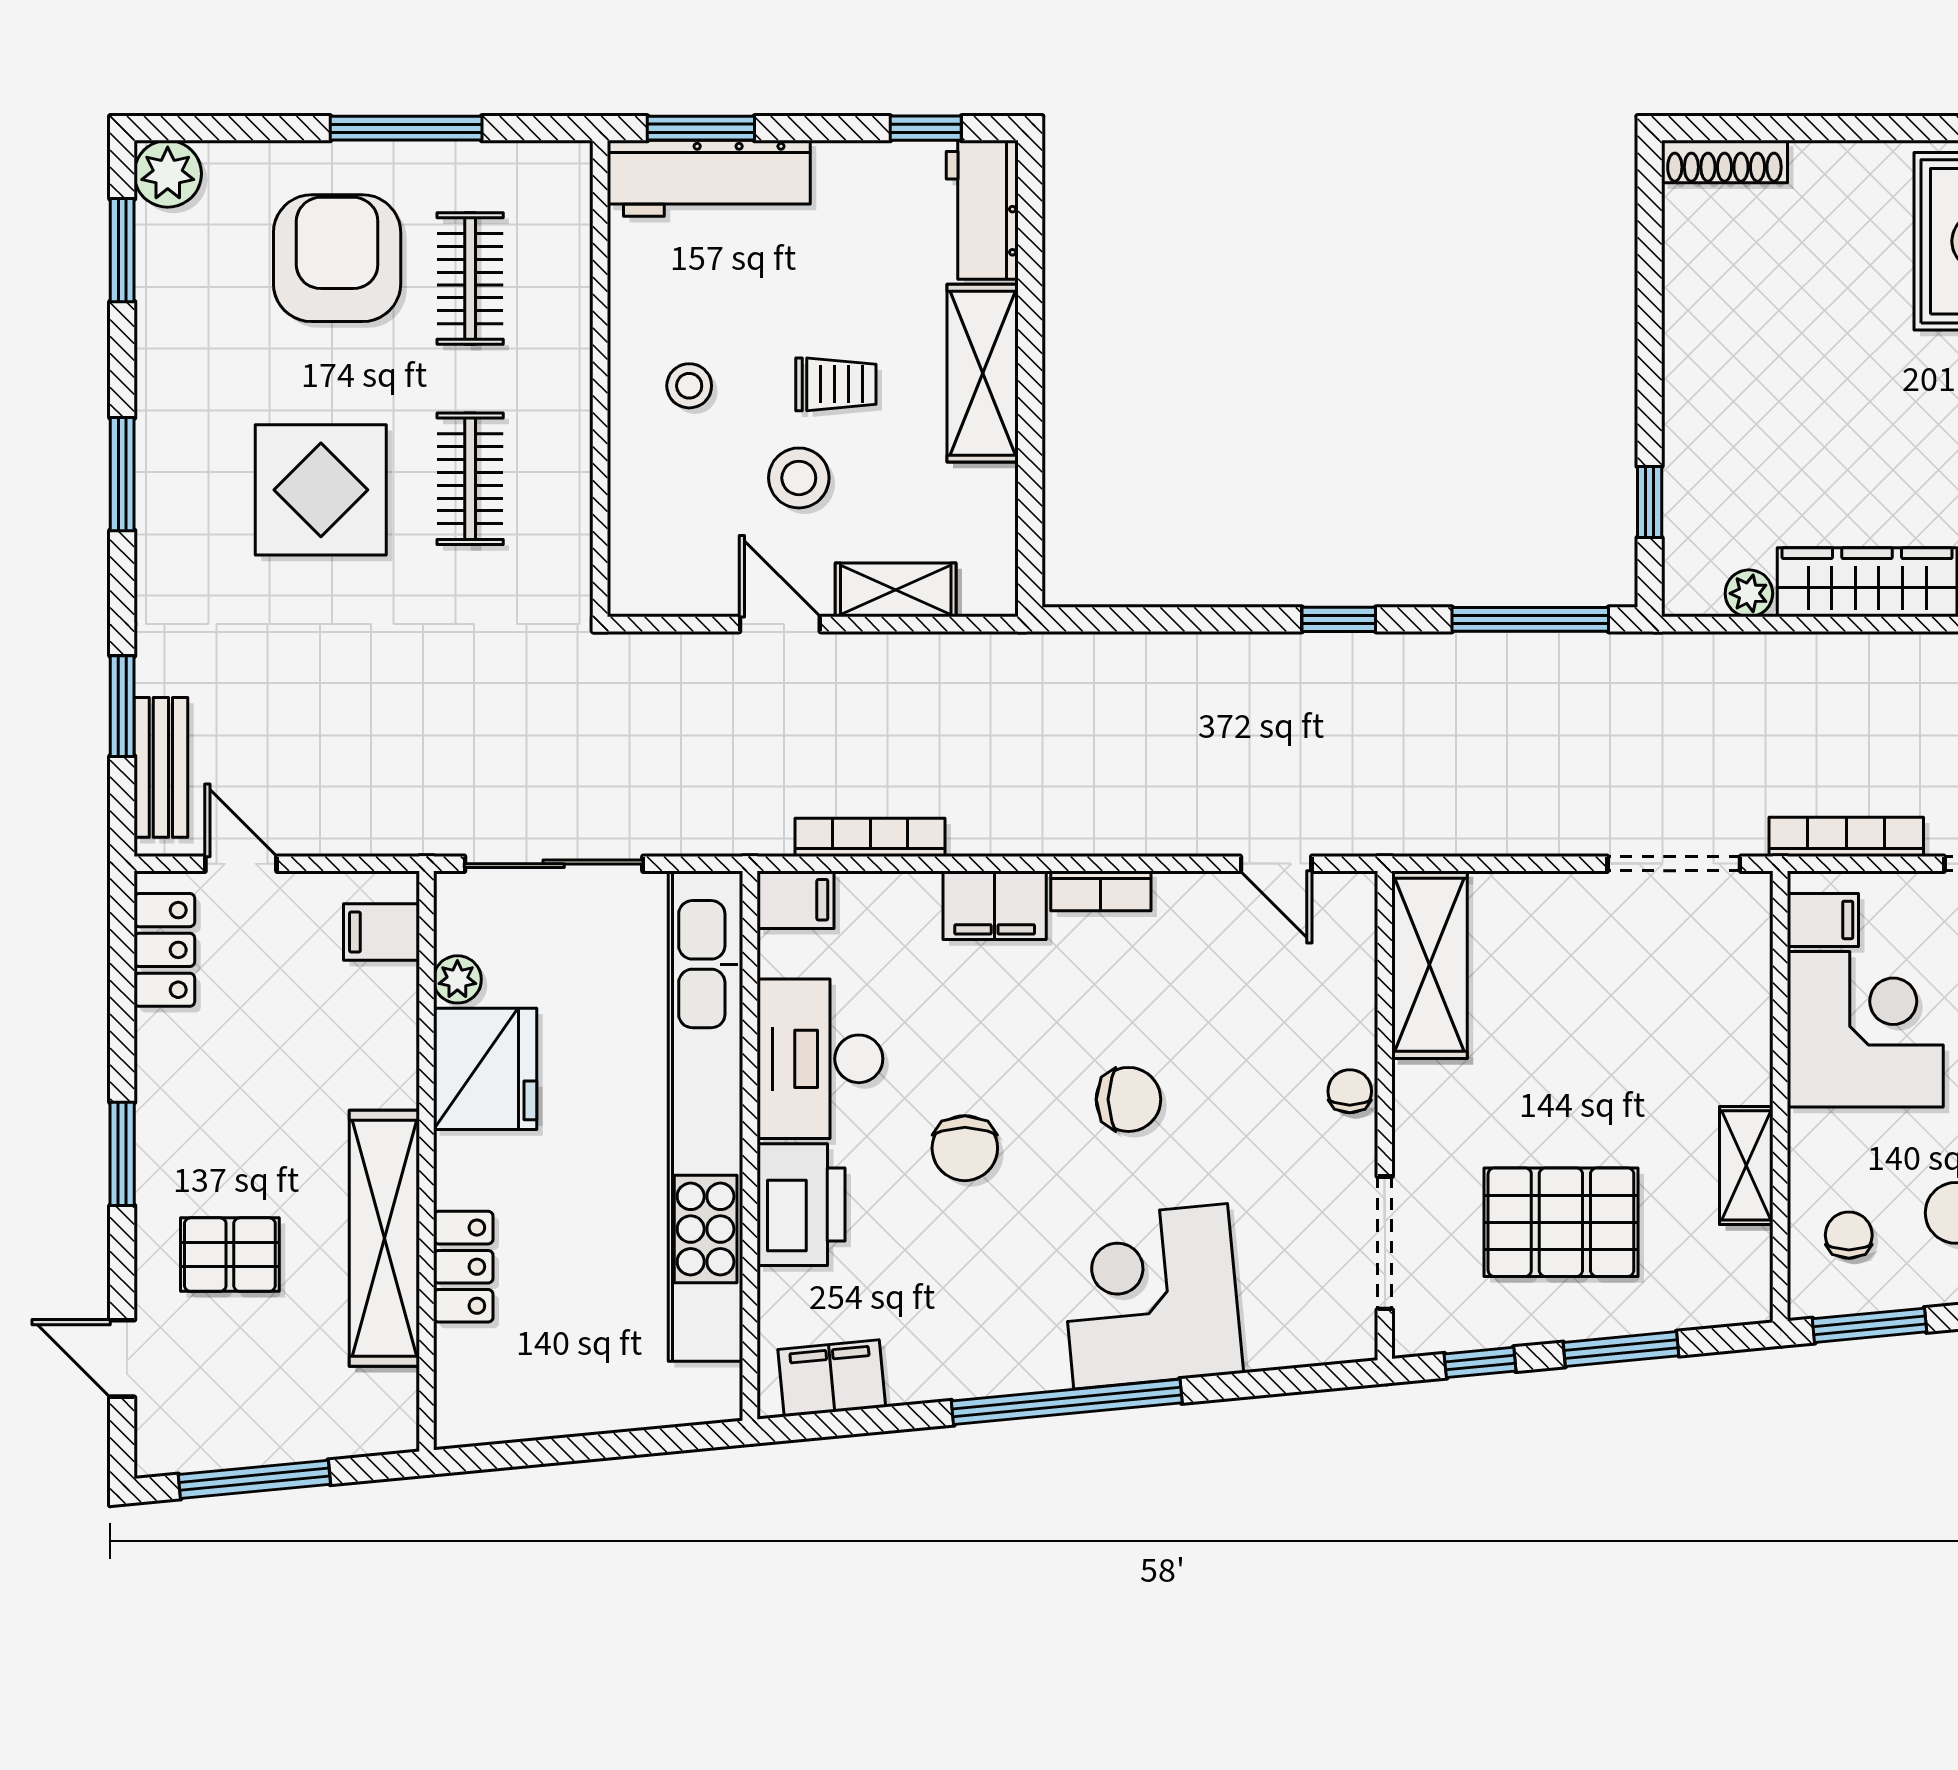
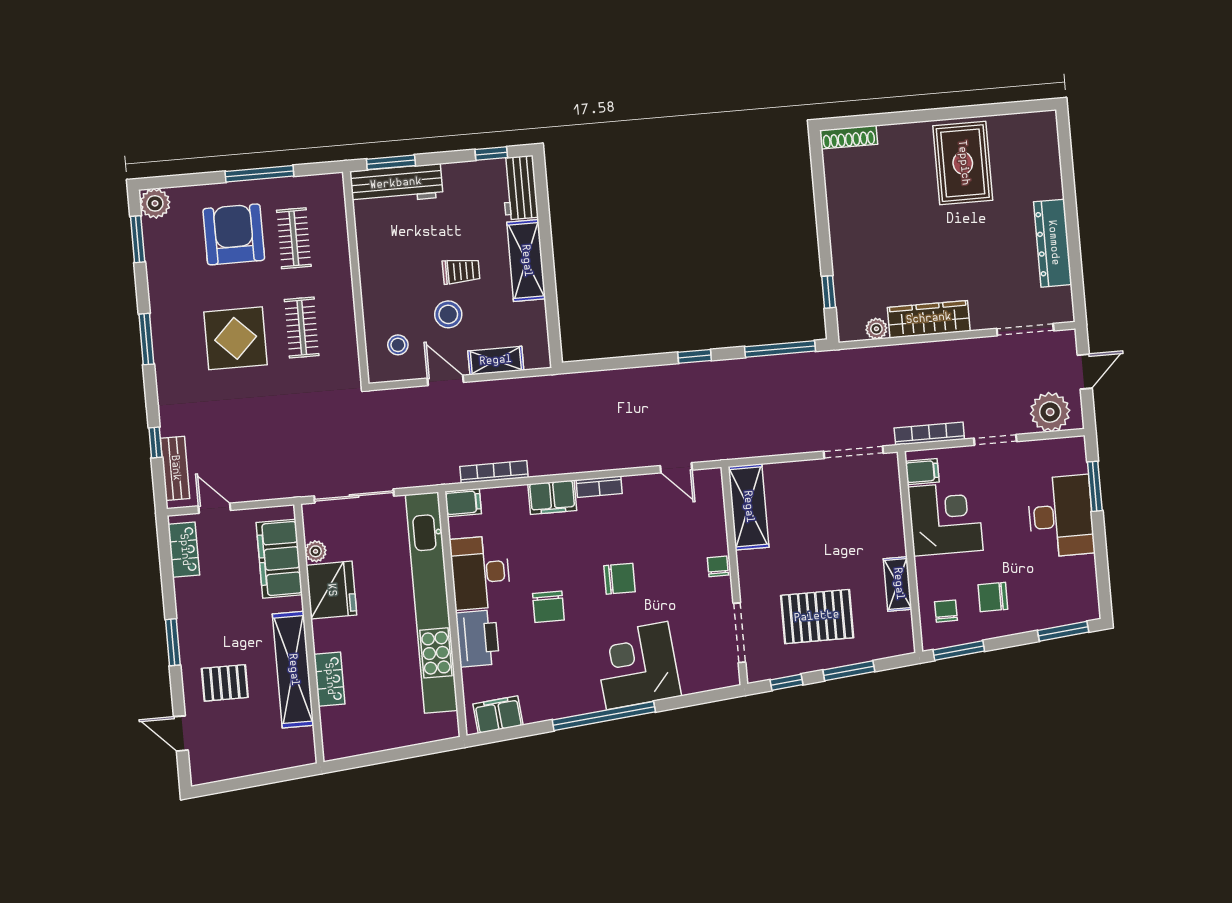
stool: (689, 386) -> (398, 345), moved
window: (122, 706) -> (155, 443), width x0.67
filing cabinet: (381, 932) -> (279, 559), width x3.00, depth x1.17
window: (254, 1479) -> (245, 782), removed

